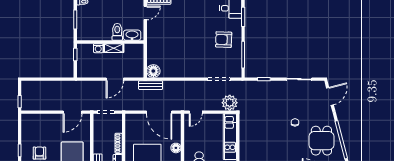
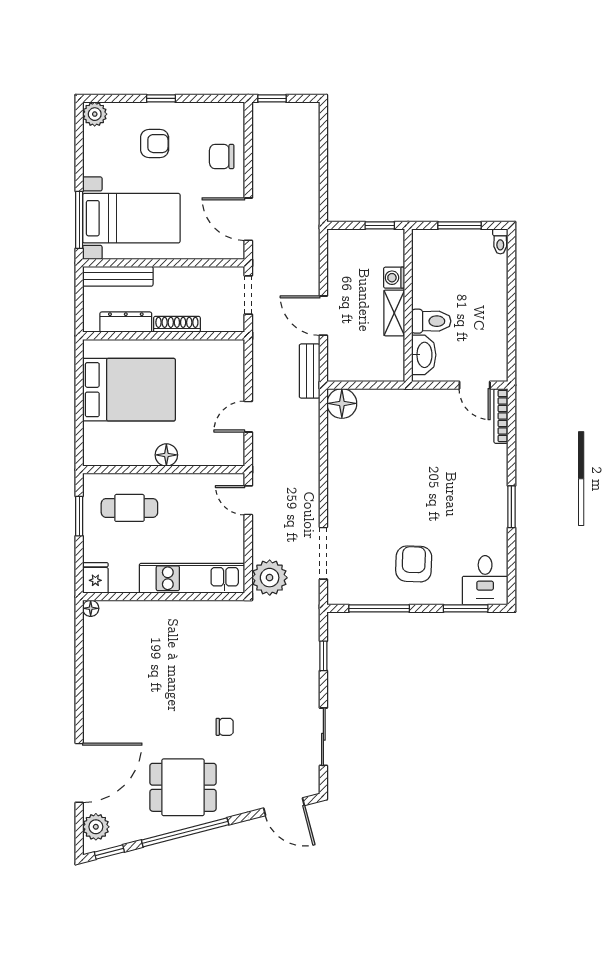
bench: (151, 85) -> (310, 371), moved
door: (159, 112) -> (248, 417), width x0.53
chair: (45, 124) -> (222, 157), added

